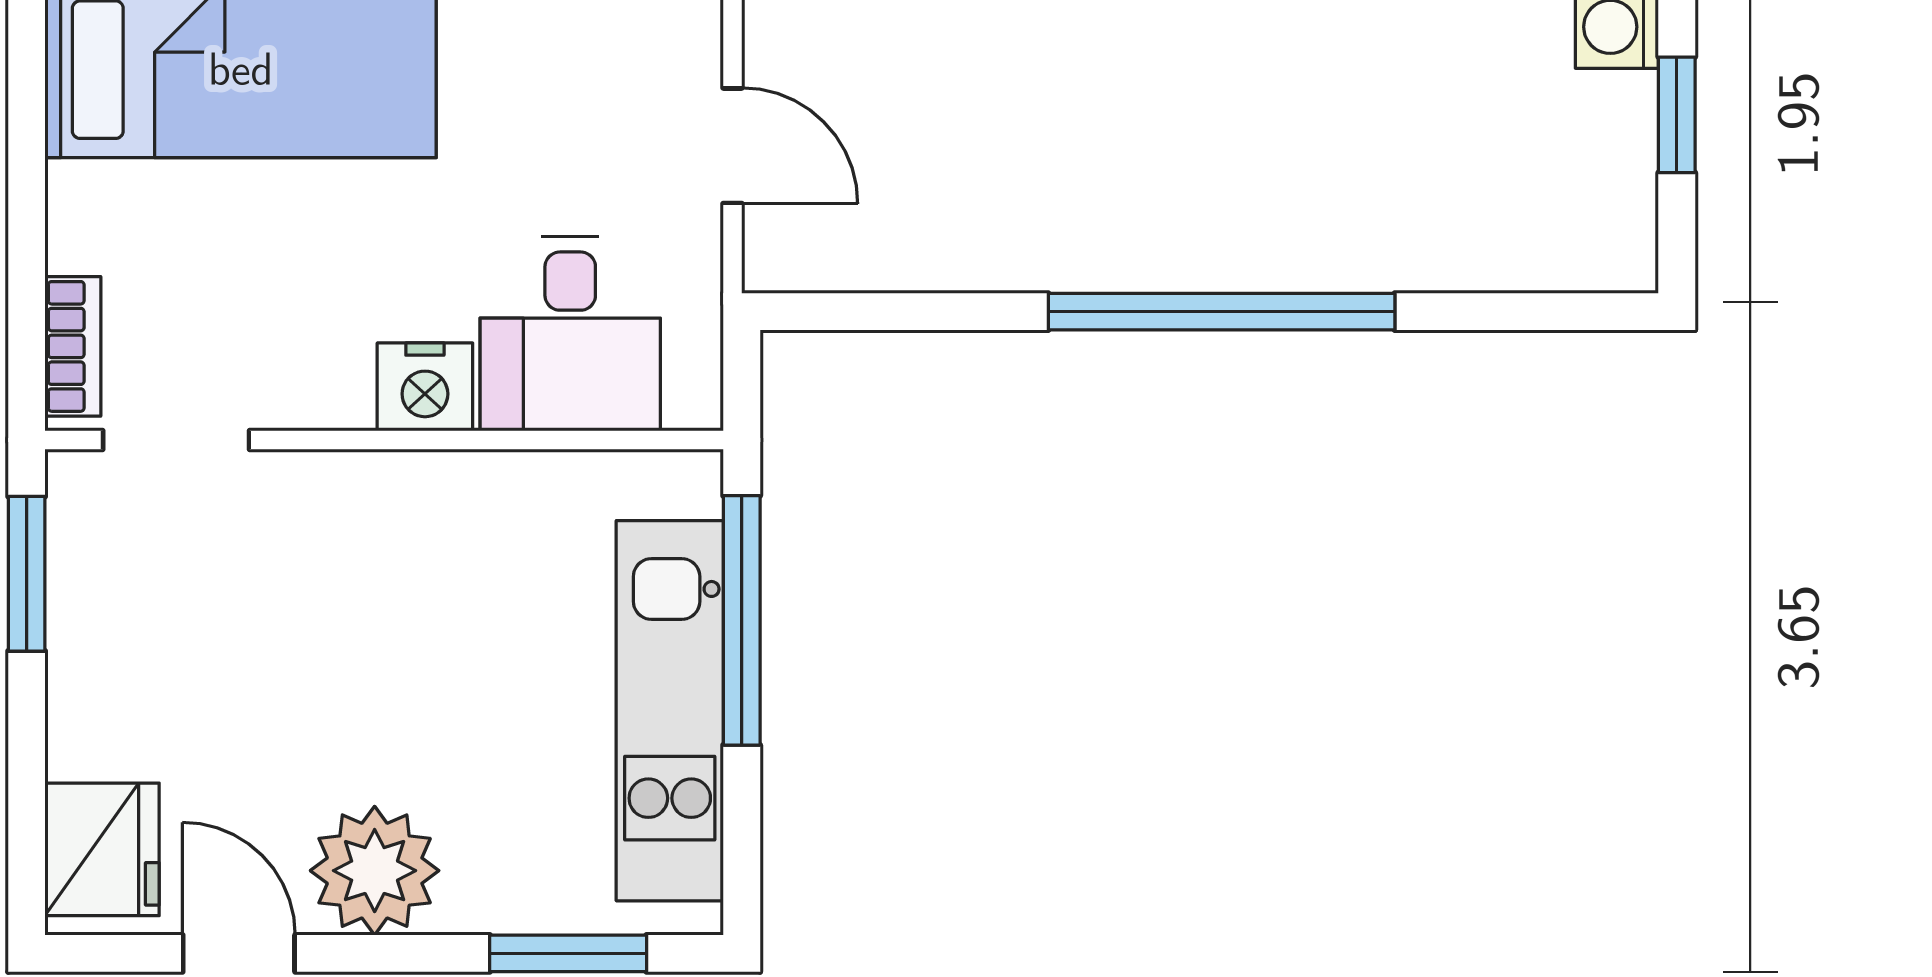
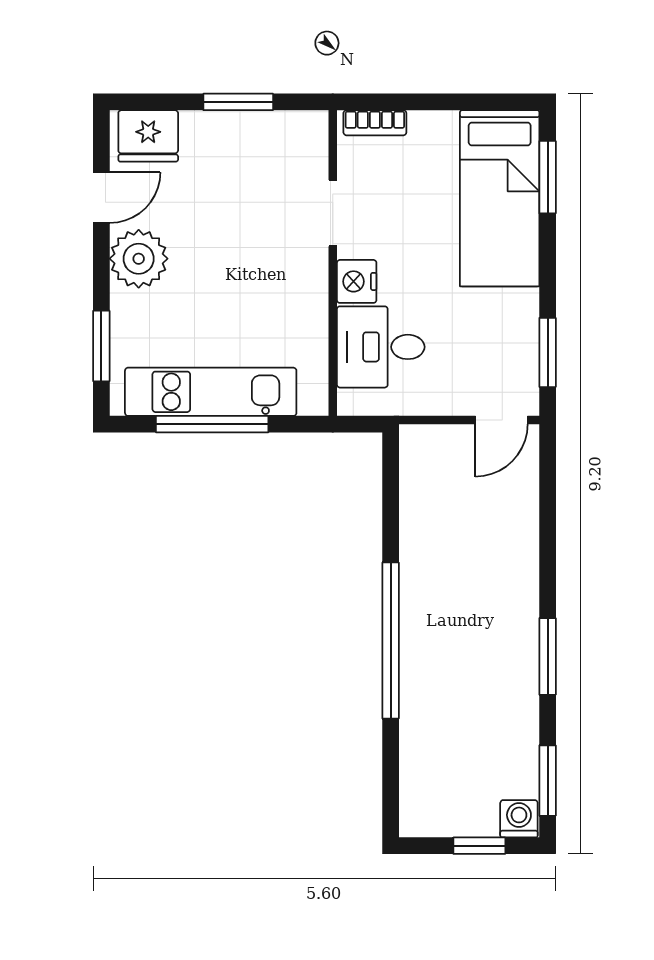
door: (733, 146) -> (502, 420), moved
doorway: (176, 440) -> (333, 213), moved
window: (27, 574) -> (238, 102), moved
window: (742, 620) -> (212, 424), moved

